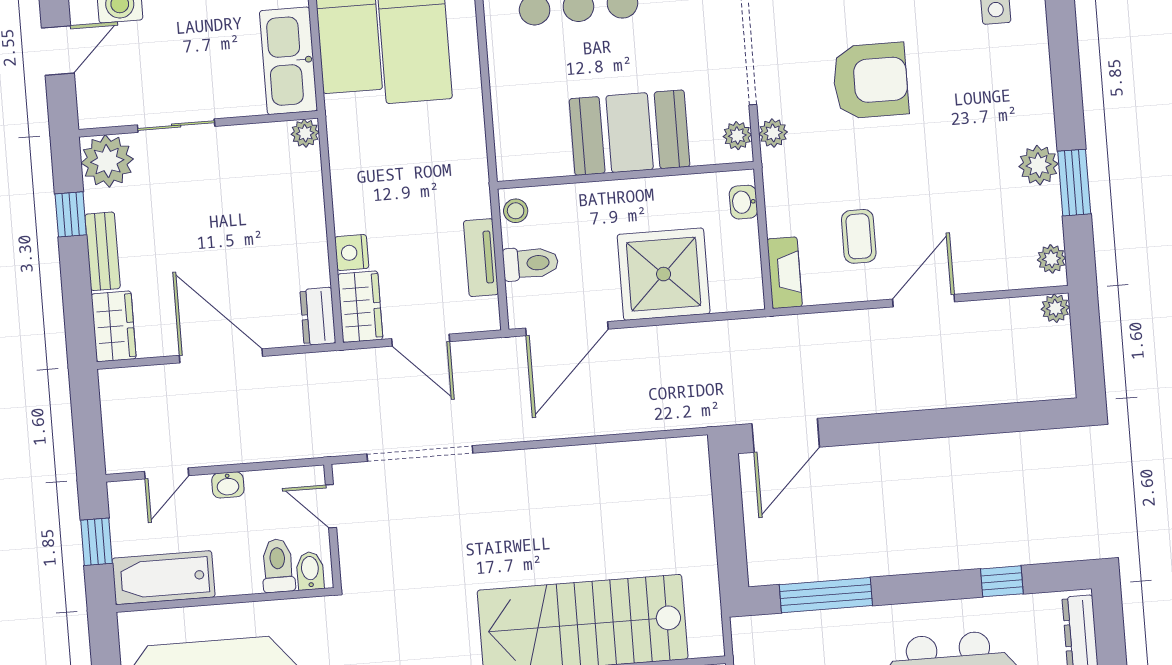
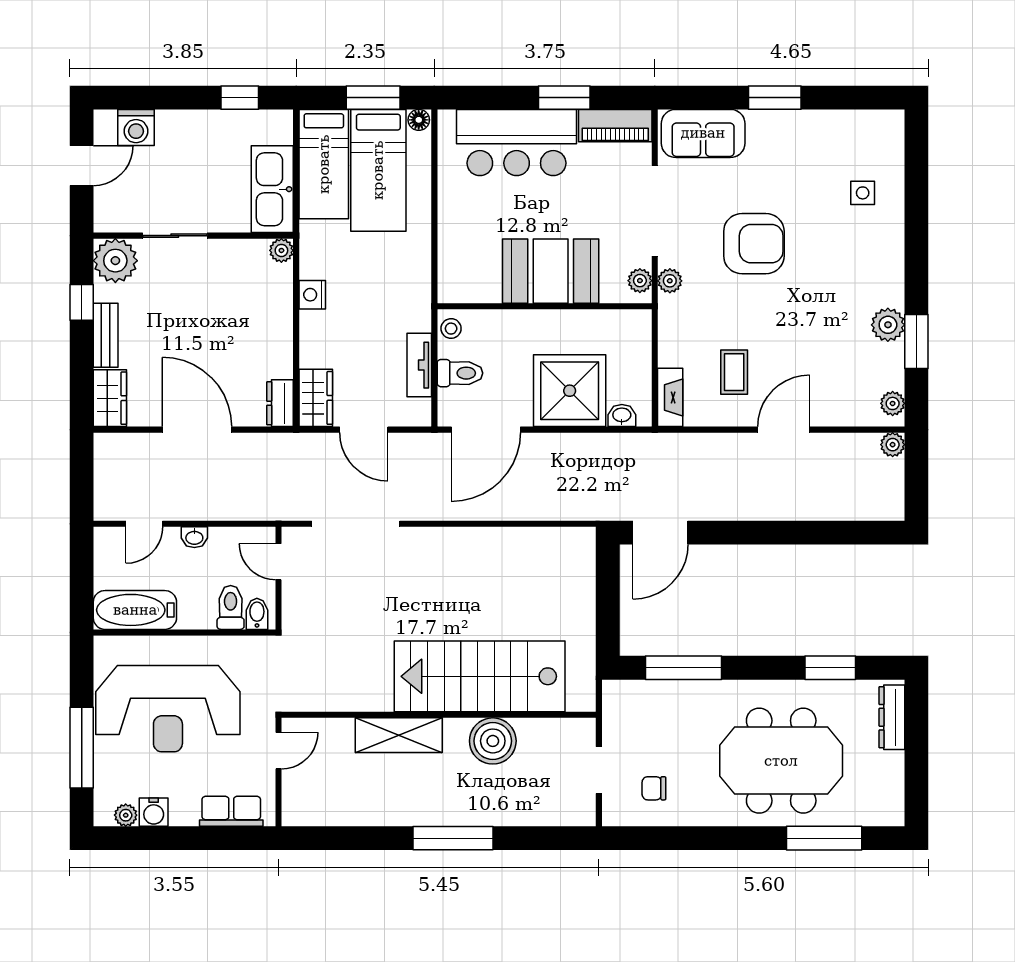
washbasin: (743, 202) -> (622, 416), moved, turned 90
nightstand: (352, 253) -> (312, 295), moved
window: (96, 542) -> (82, 576), removed
window: (1002, 581) -> (830, 668), width x1.50

